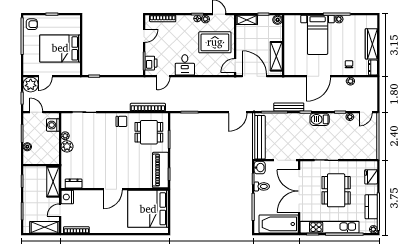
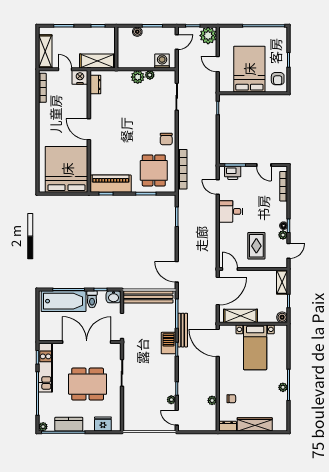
armchair: (32, 24) -> (278, 79), moved
bed with nightstands: (318, 35) -> (255, 347), moved, turned -90
rug: (215, 42) -> (256, 246), width x0.73, depth x0.70
door: (45, 76) -> (218, 64), moved
door: (318, 76) -> (218, 343), moved
barbecue: (320, 119) -> (169, 343), moved
bathtub: (279, 224) -> (64, 301), moved, turned 90
kitchen unit: (330, 227) -> (46, 368), width x0.73

